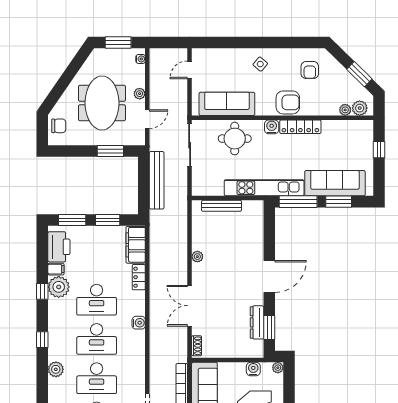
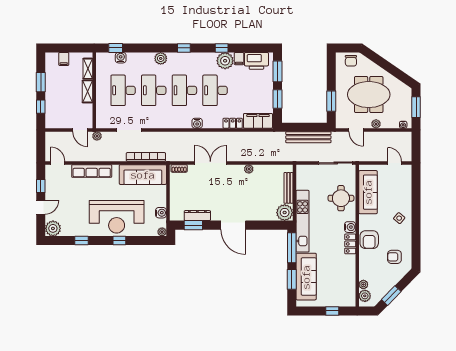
locker: (300, 127) -> (350, 244), width x0.66
plant: (253, 211) -> (285, 213), added

